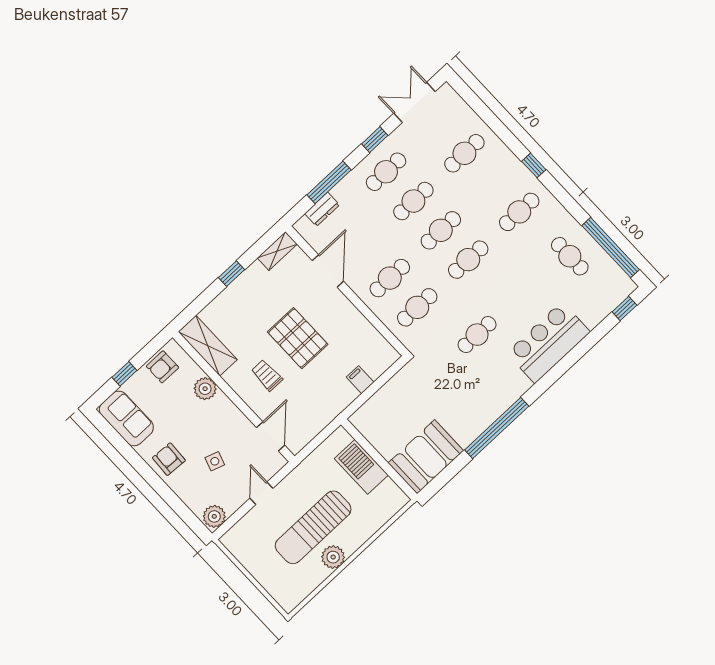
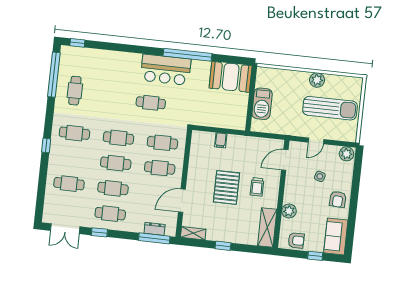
window: (329, 182) -> (154, 238), moved
bar counter: (548, 342) -> (166, 70), moved
sun lounger: (313, 527) -> (330, 108), moved

